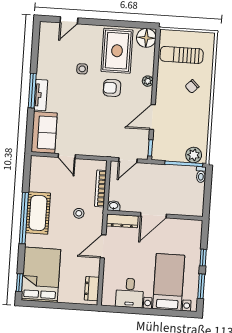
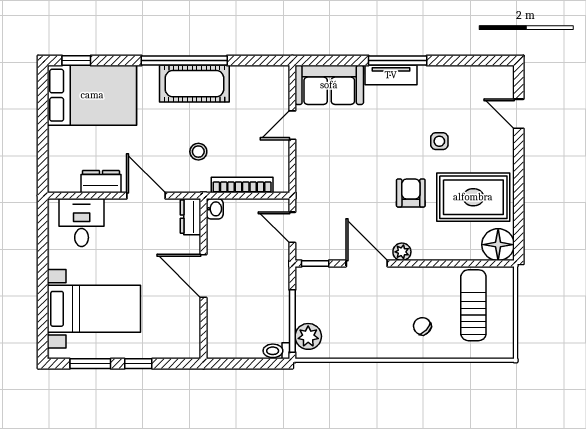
plant: (148, 81) -> (402, 252), moved
dresser: (122, 221) -> (190, 217), width x0.70
dresser: (92, 289) -> (101, 182), moved
desk: (130, 293) -> (82, 223), moved, turned 90

